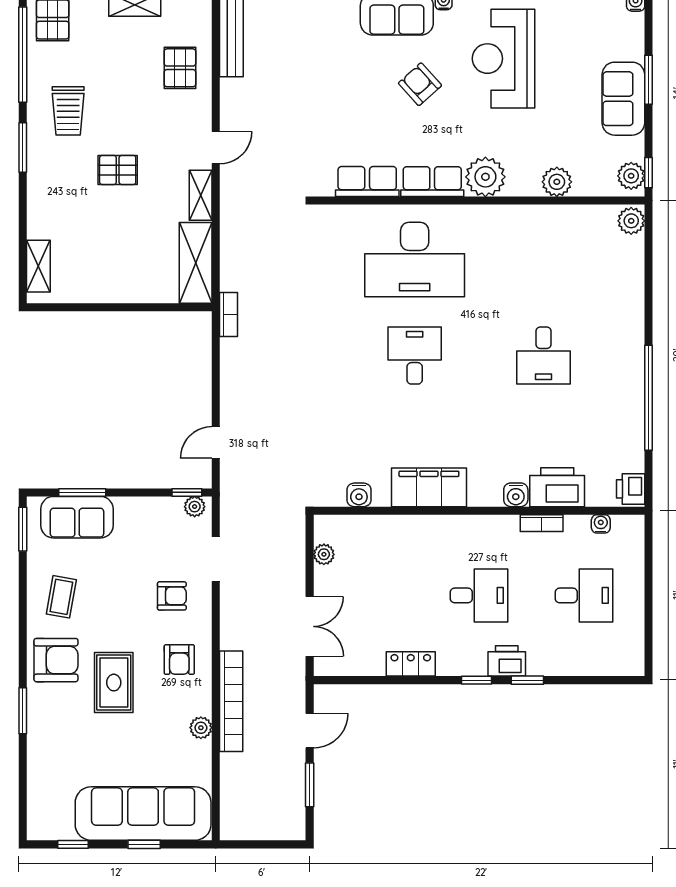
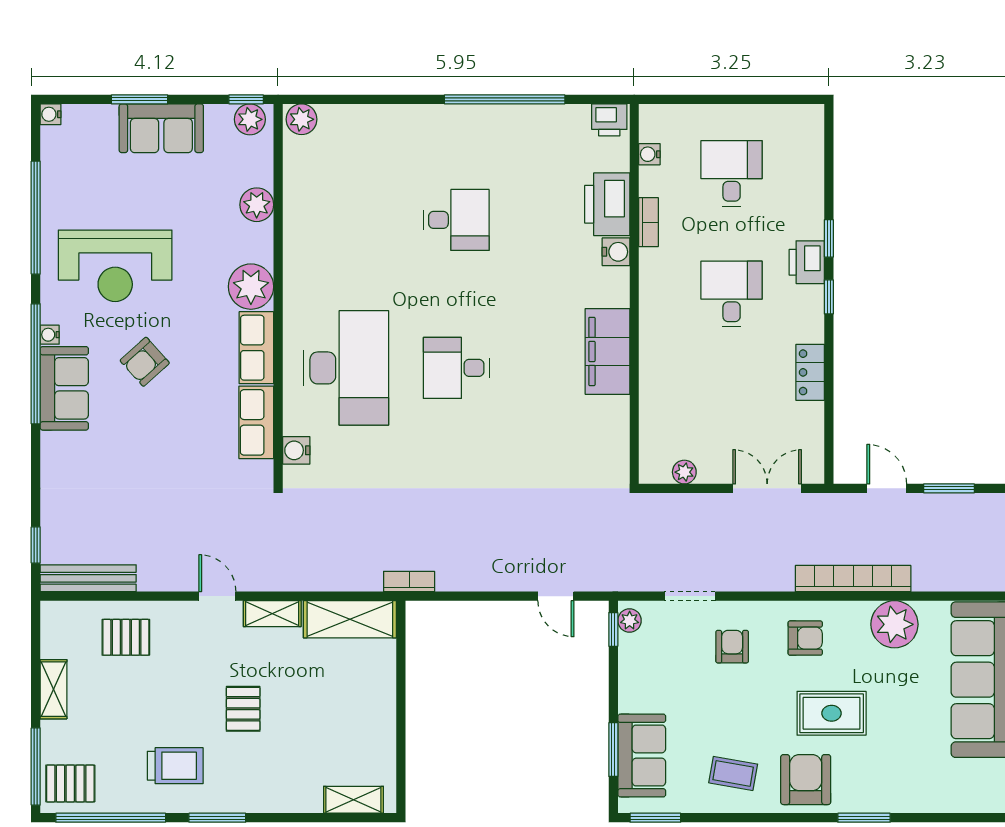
water cooler: (359, 495) -> (296, 450), moved, turned 180
plant: (201, 728) -> (894, 624), width x1.88, depth x1.88

